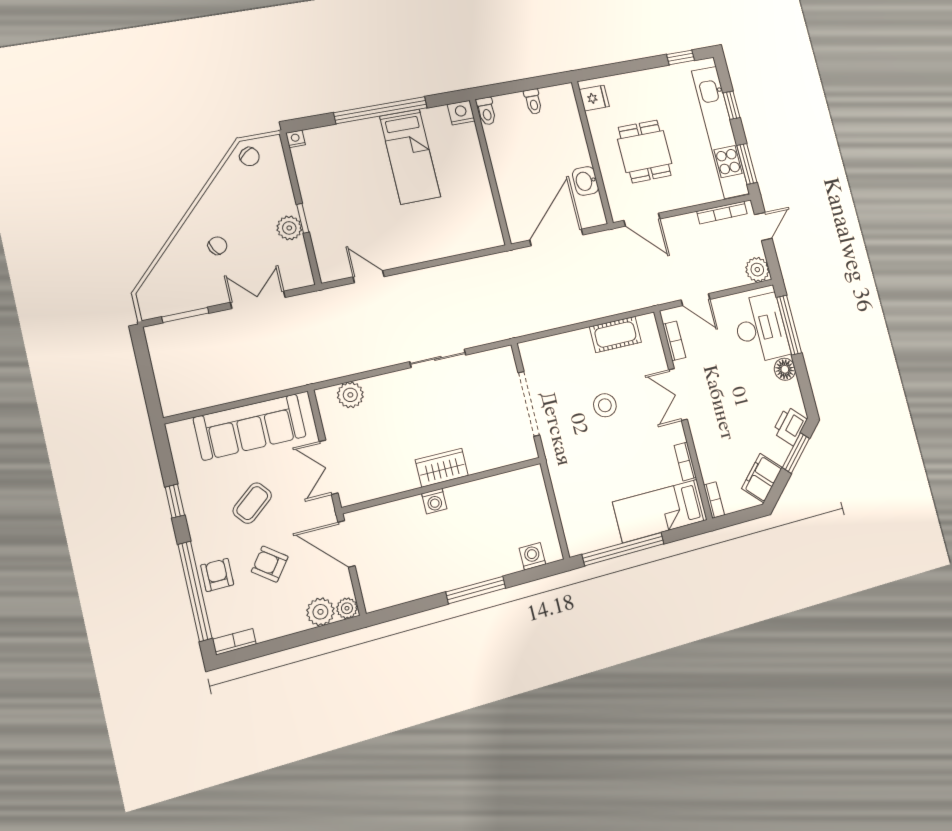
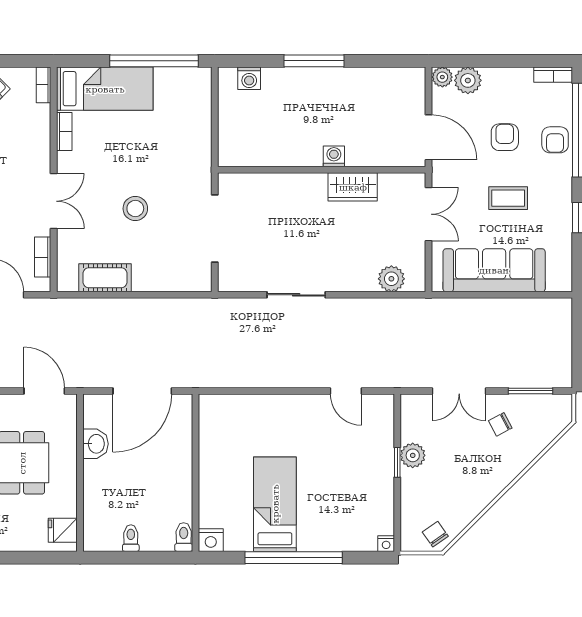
chair: (217, 246) -> (500, 424), moved
wardrobe: (442, 468) -> (353, 187), moved
coffee table: (252, 503) -> (508, 198), turned 39
armchair: (270, 564) -> (505, 137), turned -127

